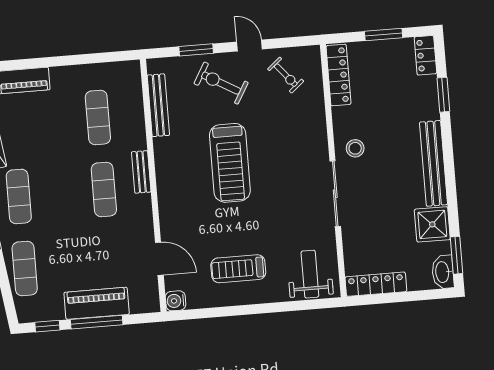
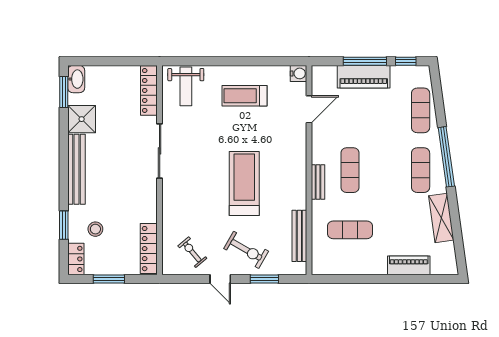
exercise mat: (98, 117) -> (350, 230), turned 90
stool: (355, 148) -> (95, 229), moved
door: (159, 259) -> (309, 109), swing flipped
treadmill: (238, 269) -> (245, 96), turned 180
locker: (376, 284) -> (149, 90), moved, turned 90

